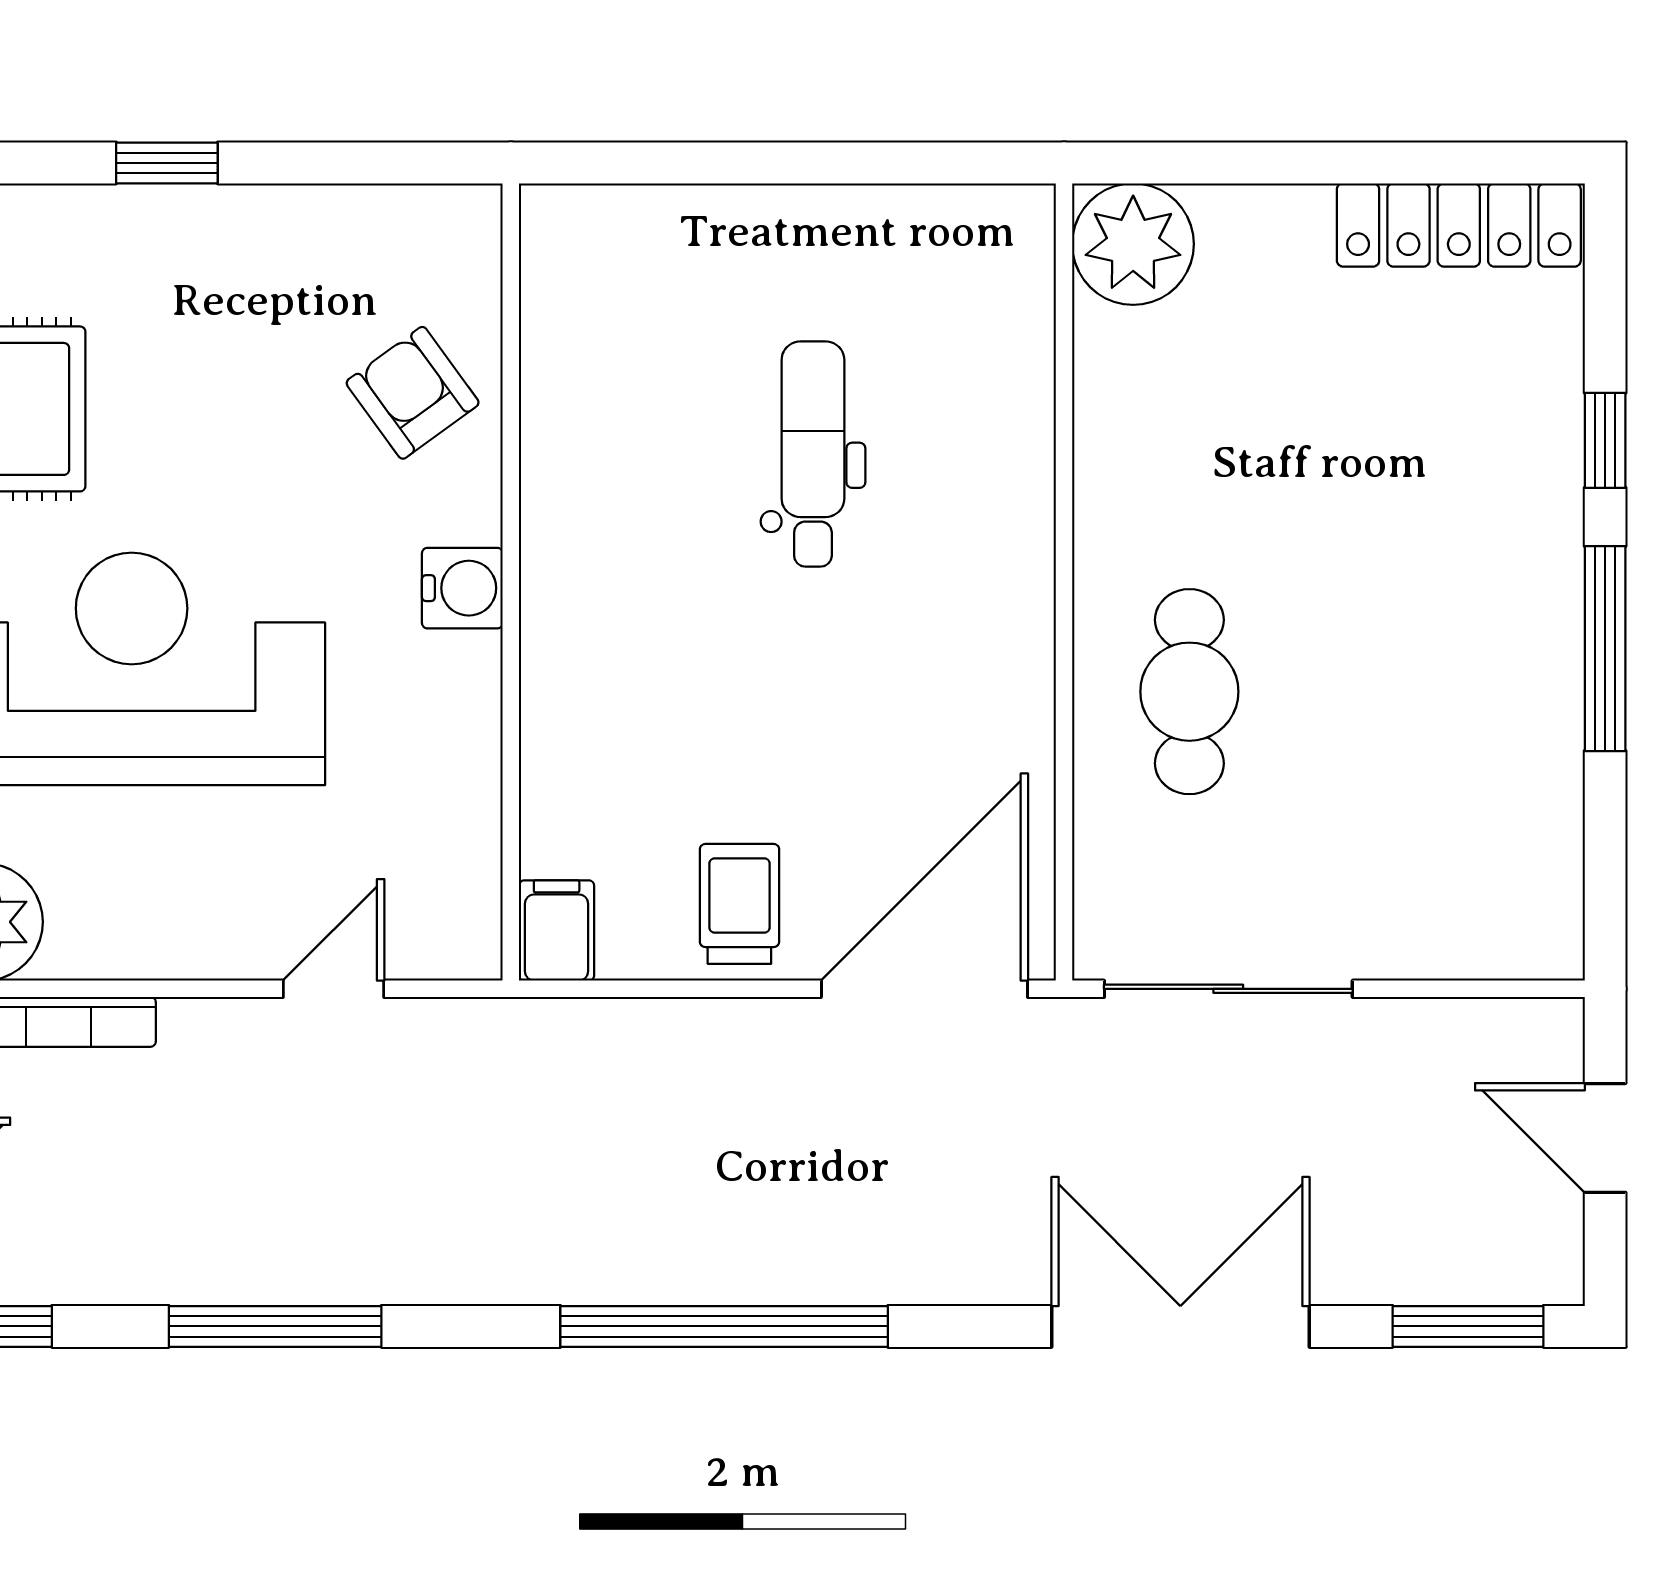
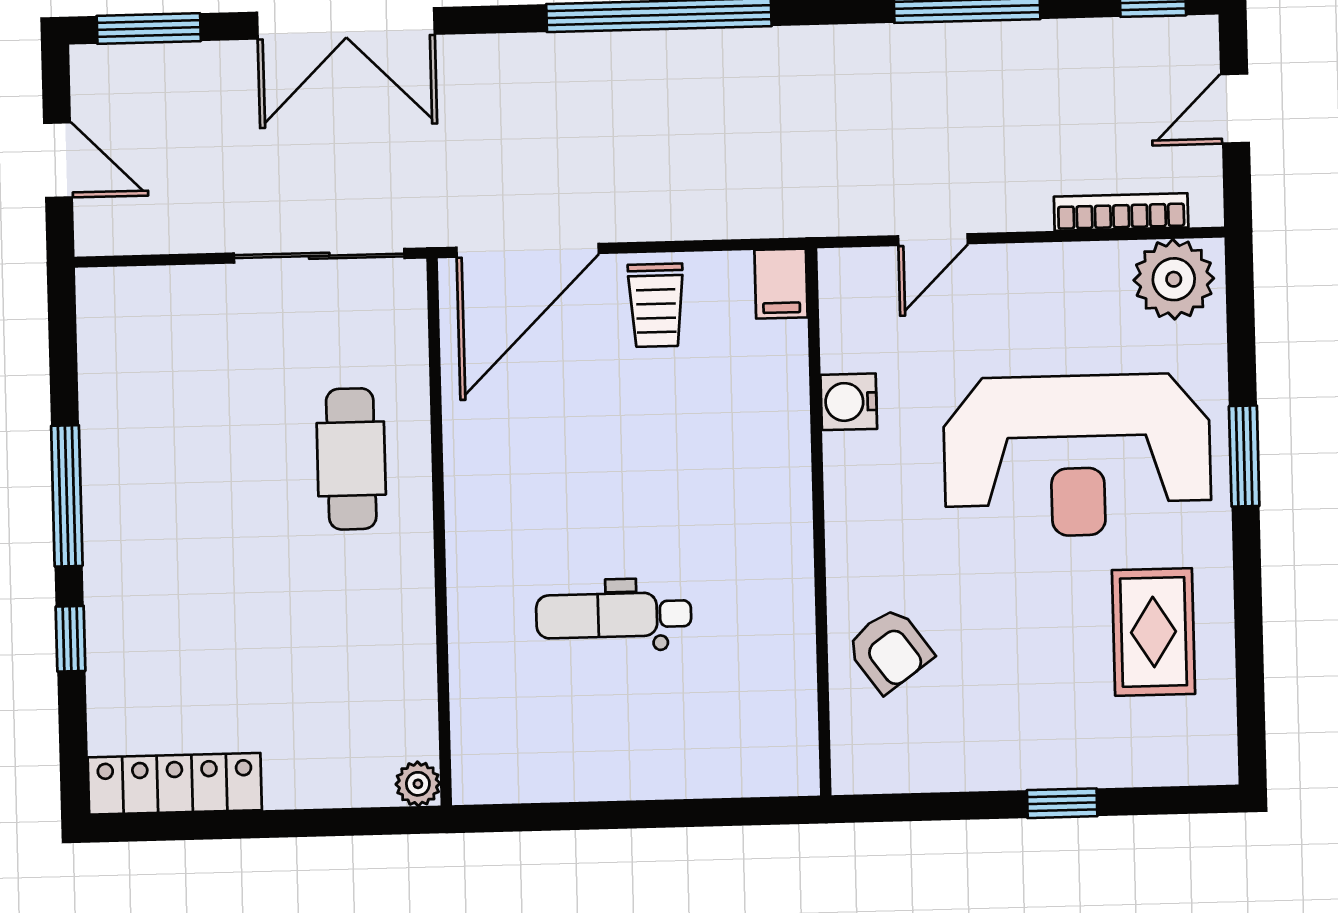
plant: (1133, 244) -> (418, 784), width x0.53, depth x0.53
dental chair: (813, 454) -> (614, 615), turned 90
water cooler: (462, 588) -> (849, 402), moved

